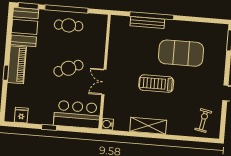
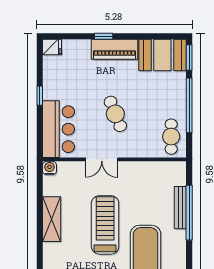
cafe table: (69, 25) -> (171, 137), moved
double door: (104, 82) -> (102, 159), swing flipped
treadmill: (156, 84) -> (105, 225), width x1.37, depth x1.38
fridge: (21, 115) -> (52, 47), moved

